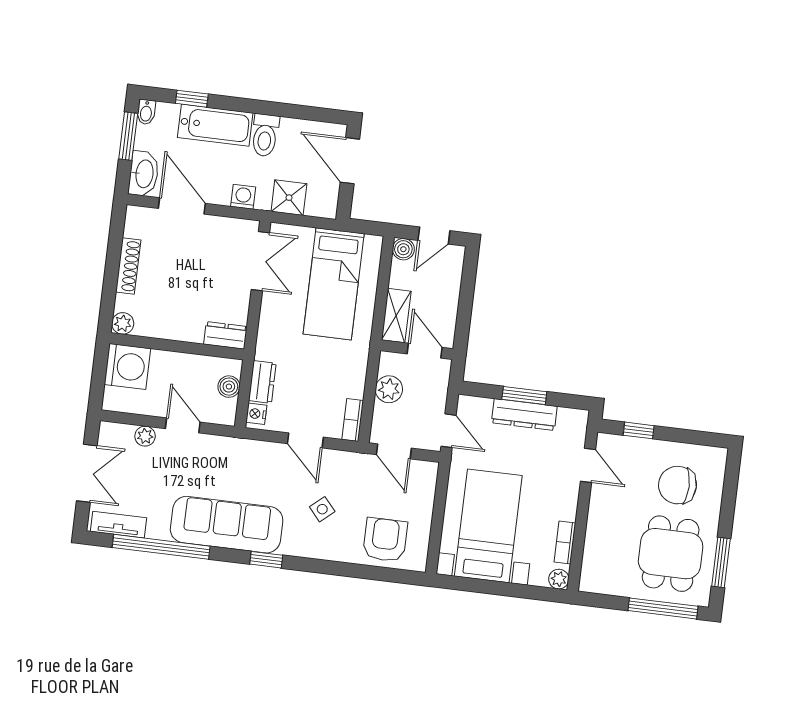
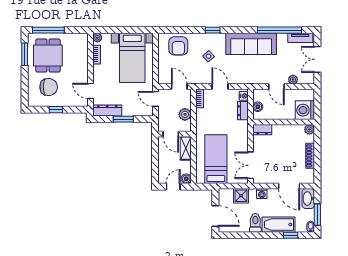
dresser: (524, 415) -> (107, 110), moved
window: (639, 430) -> (56, 110), moved
window: (266, 560) -> (213, 30), moved

